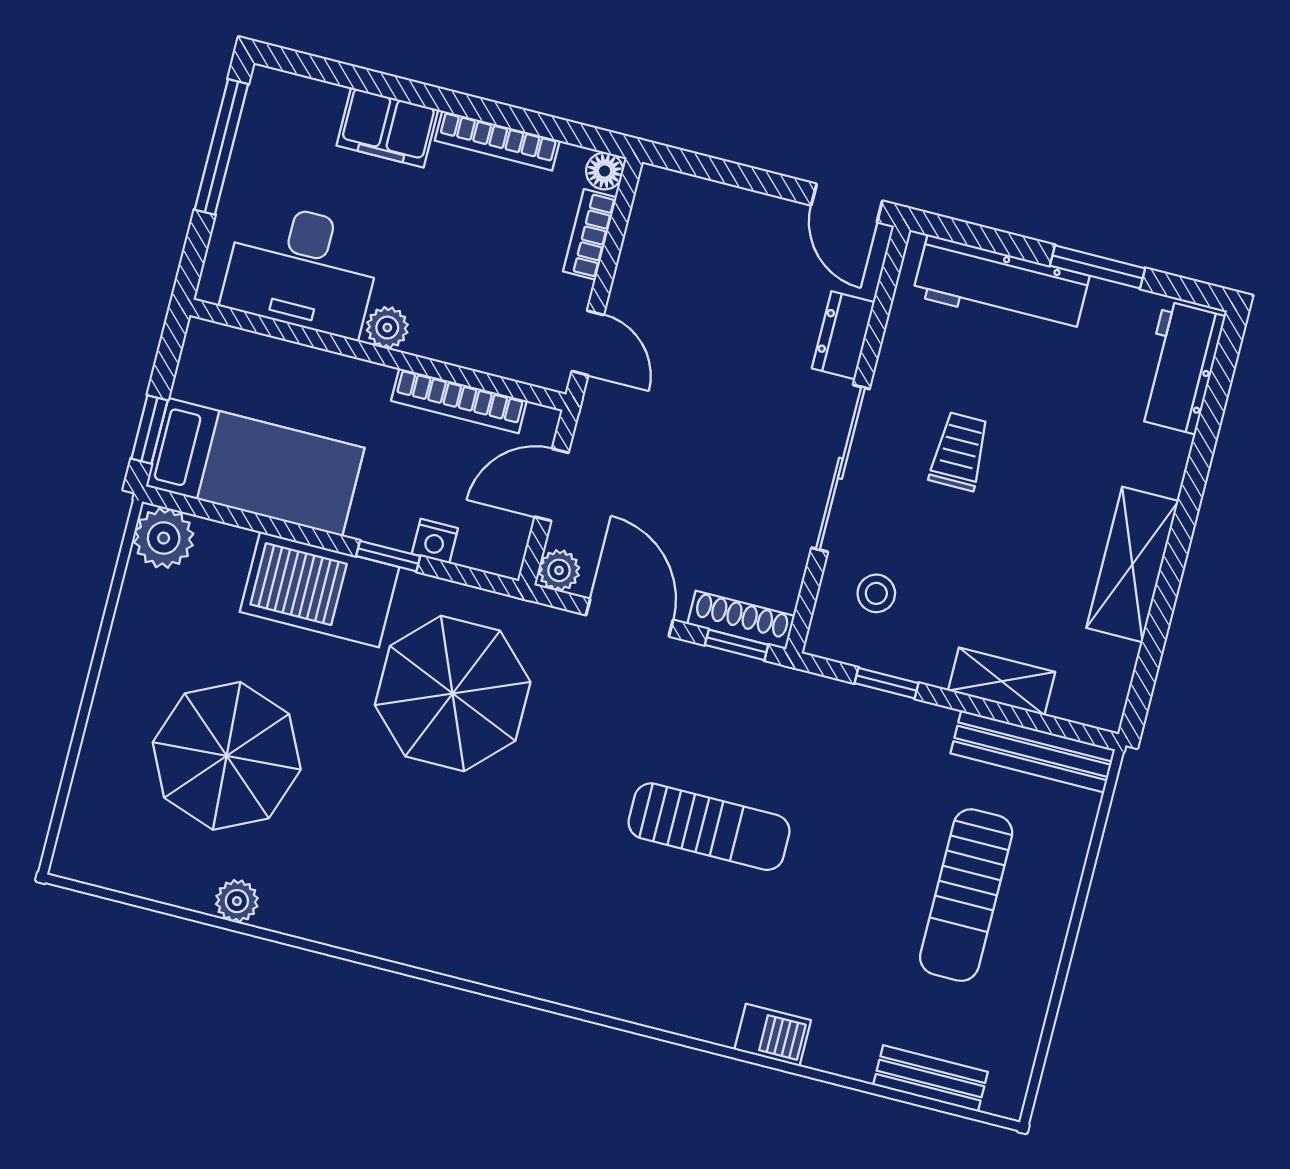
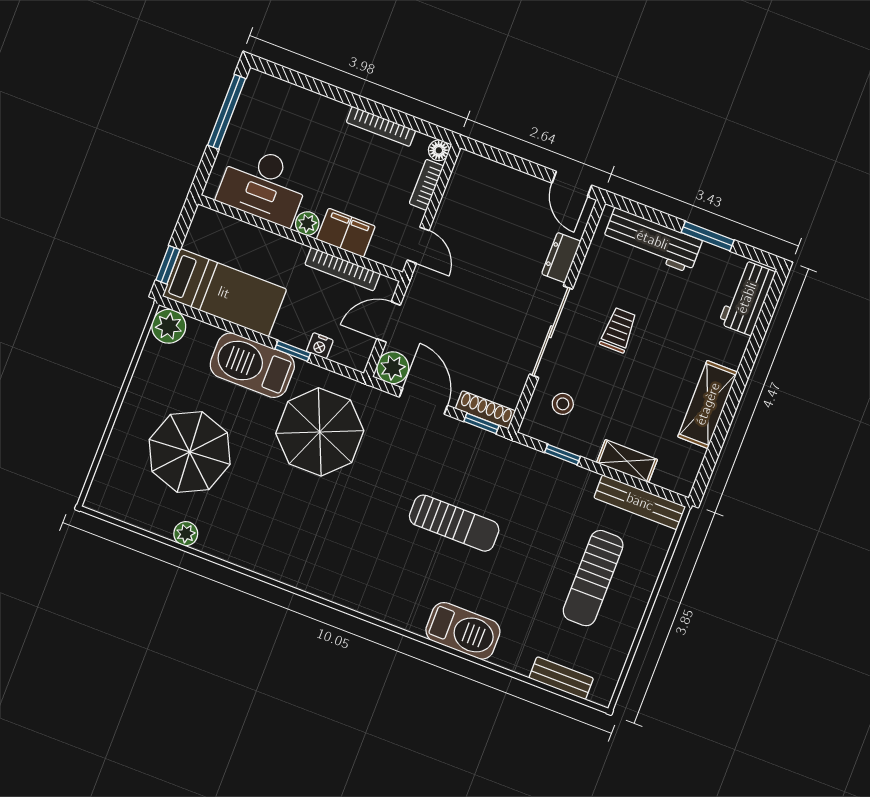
filing cabinet: (387, 128) -> (346, 233), moved, turned 180
plant: (559, 570) -> (393, 368), width x1.38, depth x1.38
barbecue: (773, 1035) -> (463, 631), width x1.88, depth x1.53

